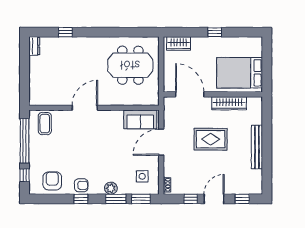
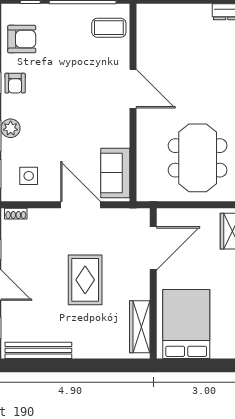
wardrobe: (229, 103) -> (140, 327), moved
bench: (257, 147) -> (38, 350), moved

